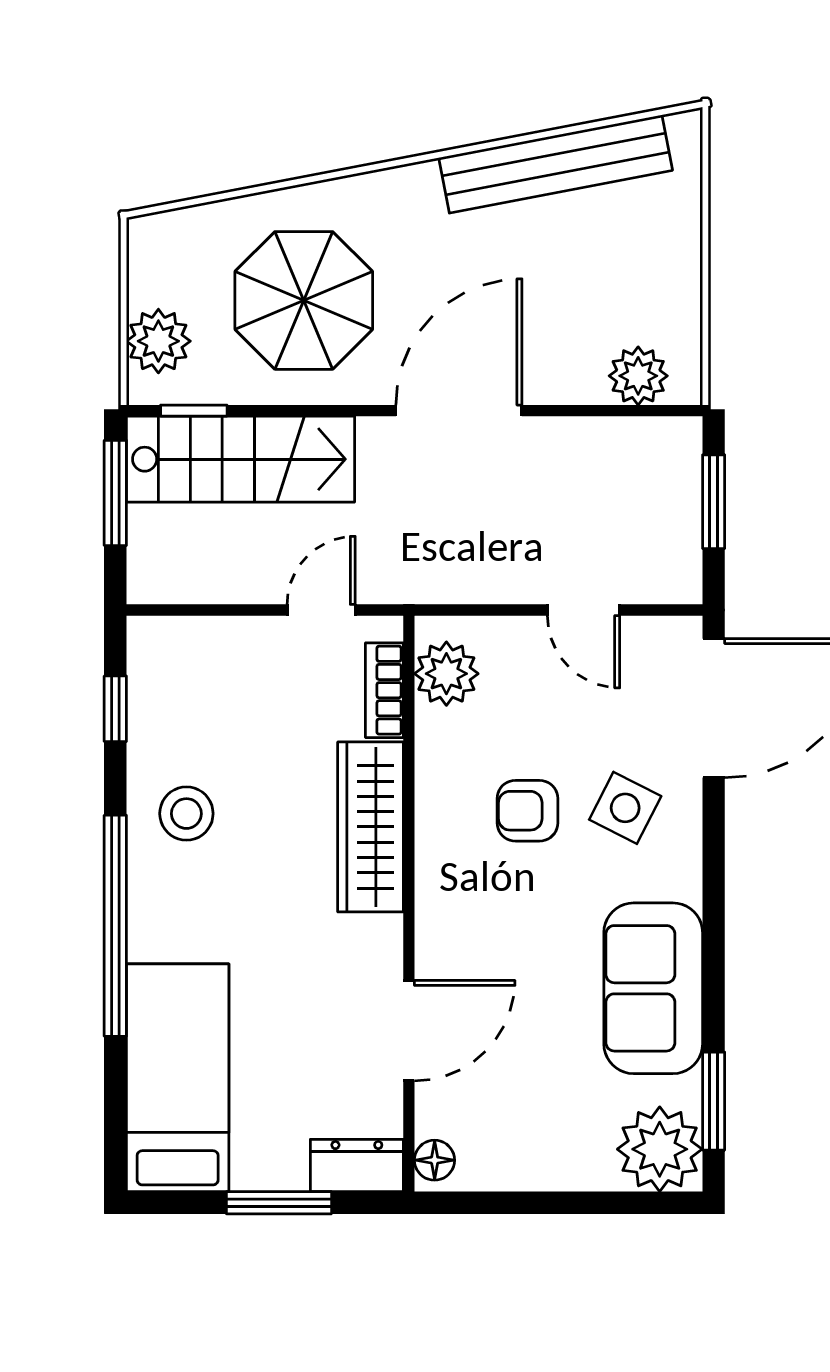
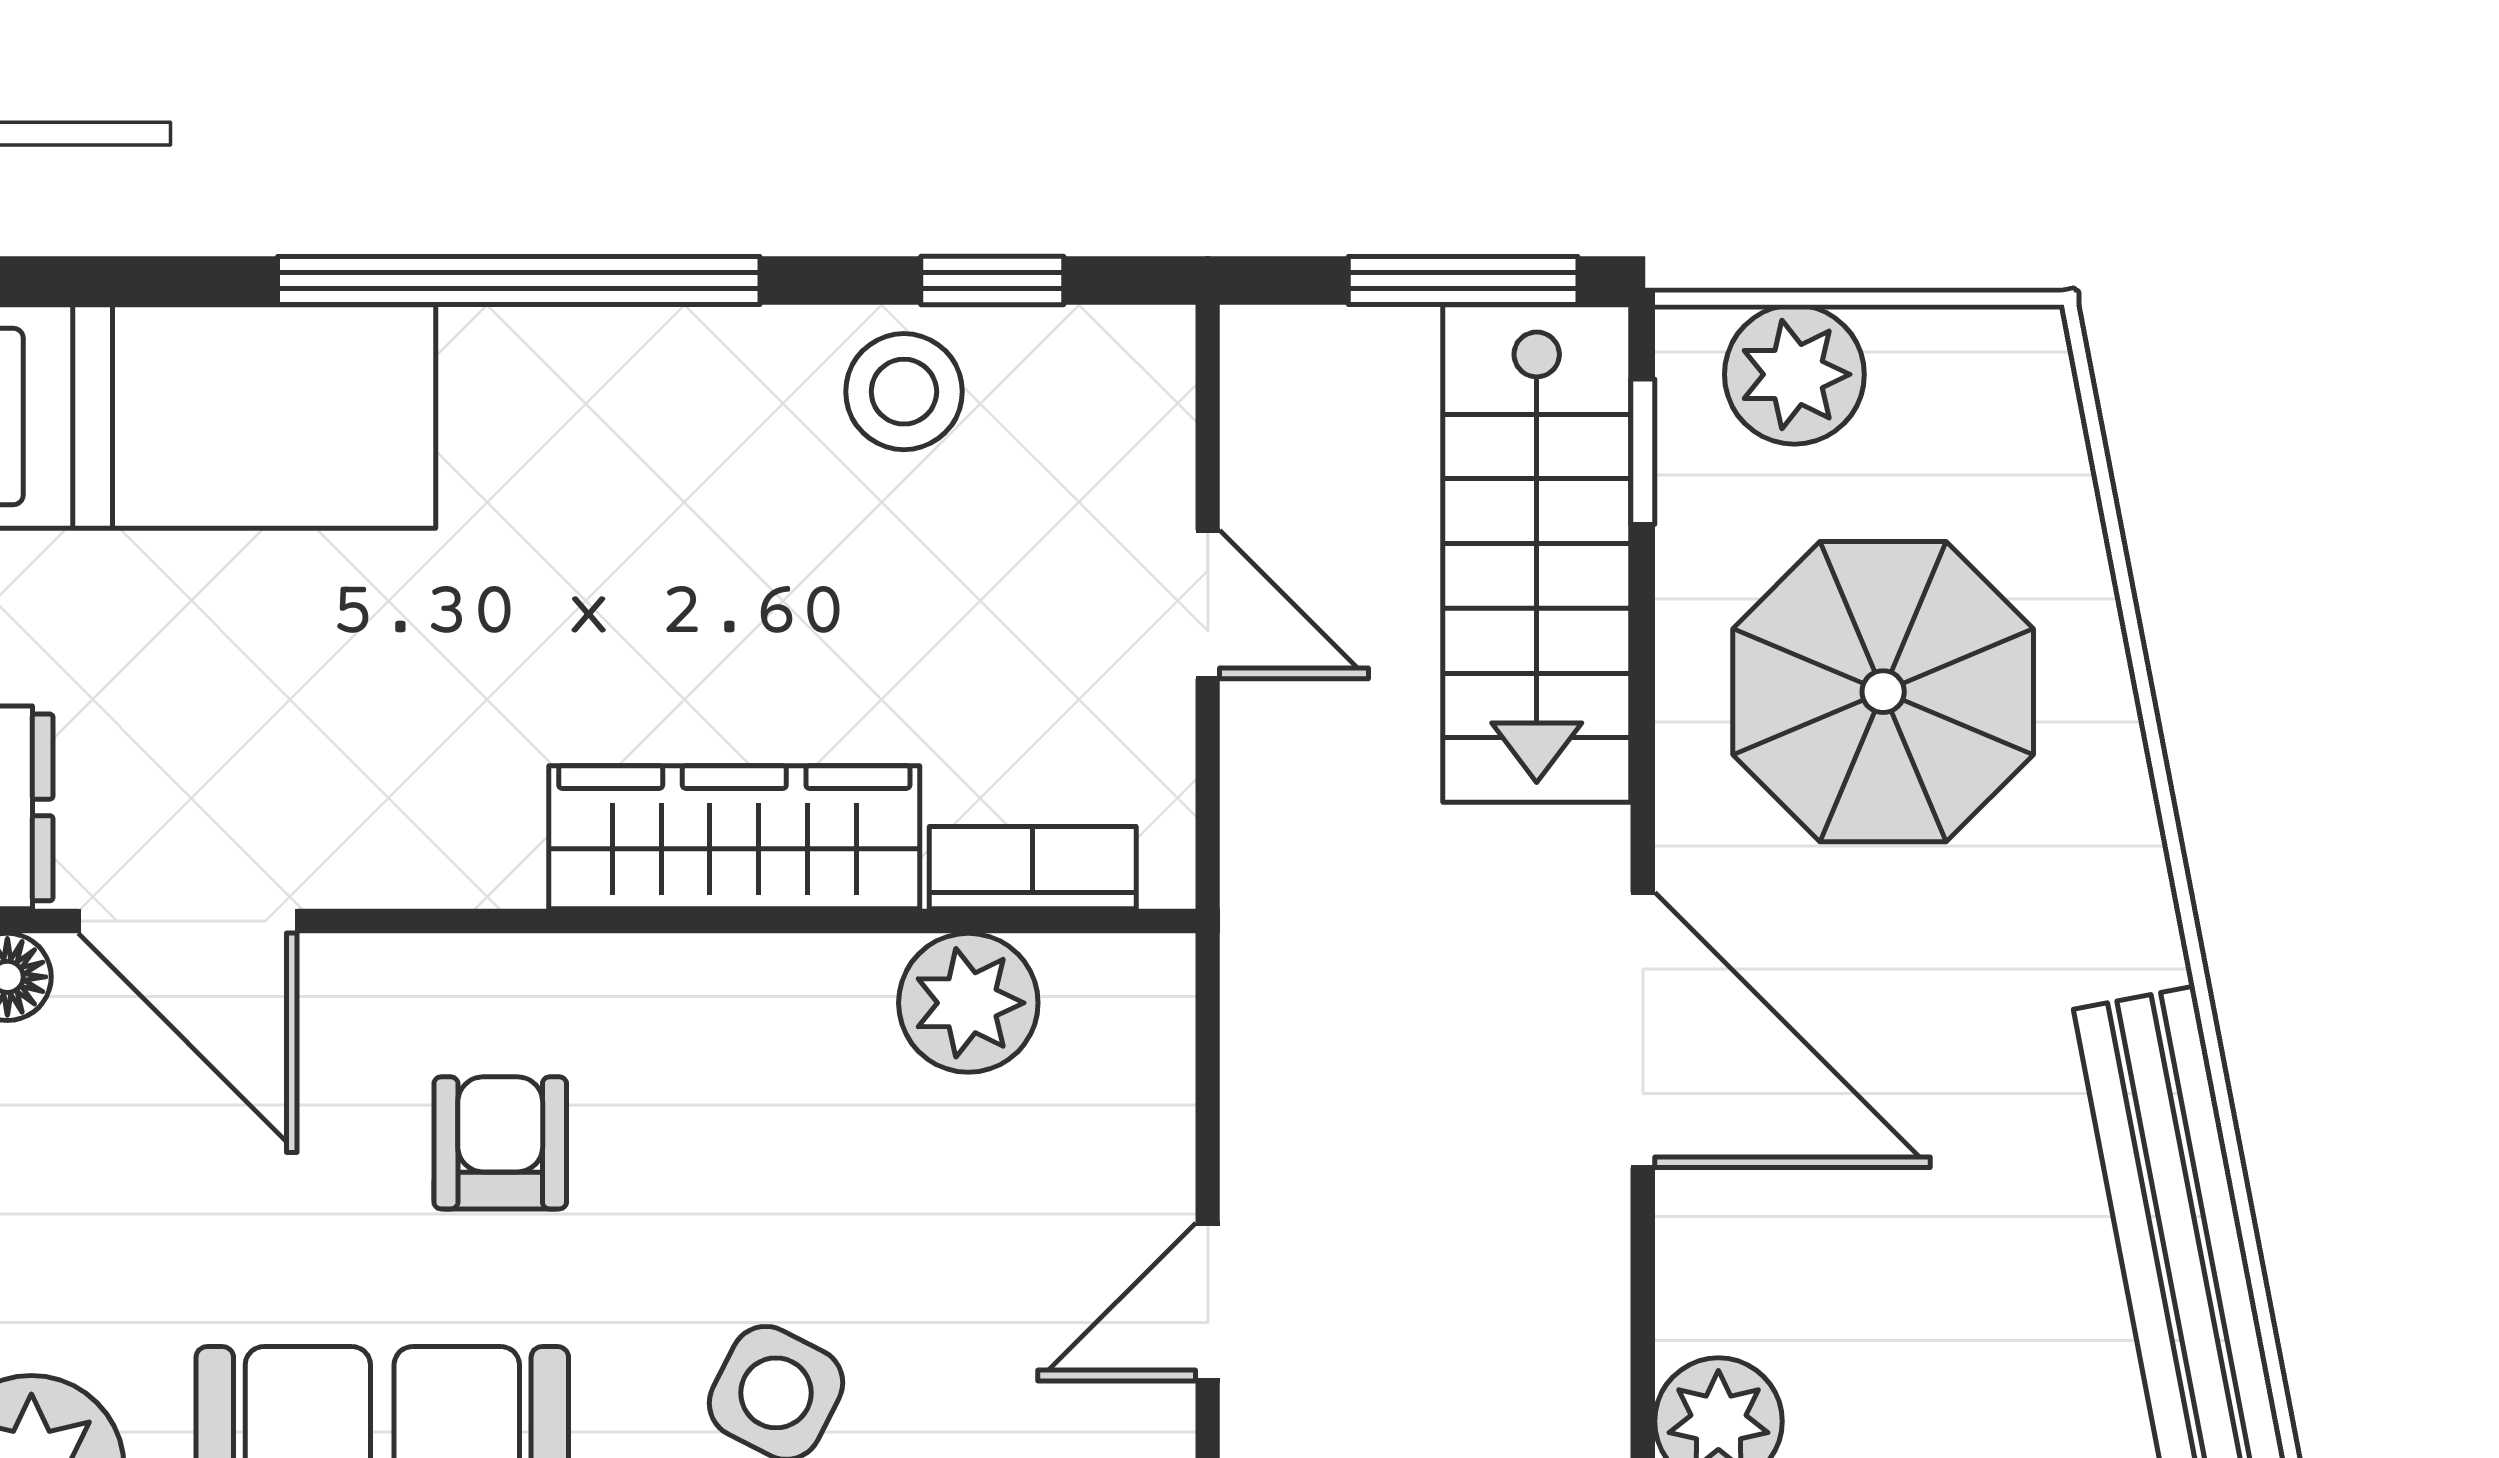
door: (321, 610) -> (1208, 605), moved
plant: (446, 674) -> (968, 1003), moved
armchair: (527, 811) -> (500, 1143), moved
stool: (186, 814) -> (904, 392), moved
door: (409, 1031) -> (188, 921), moved

